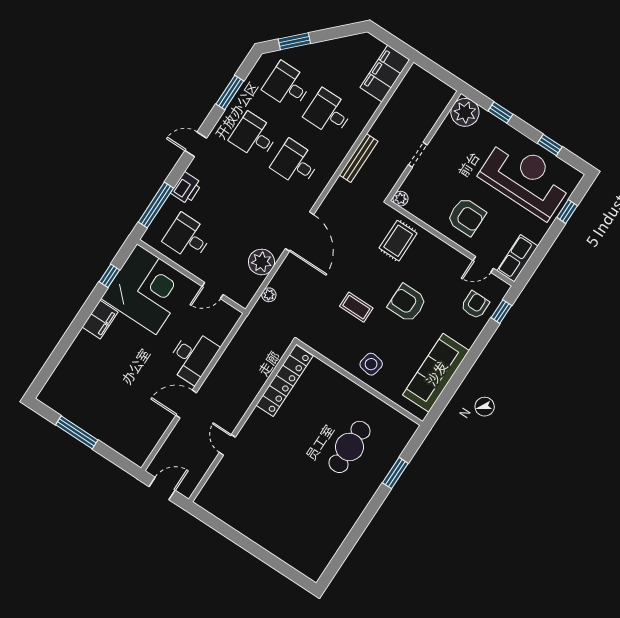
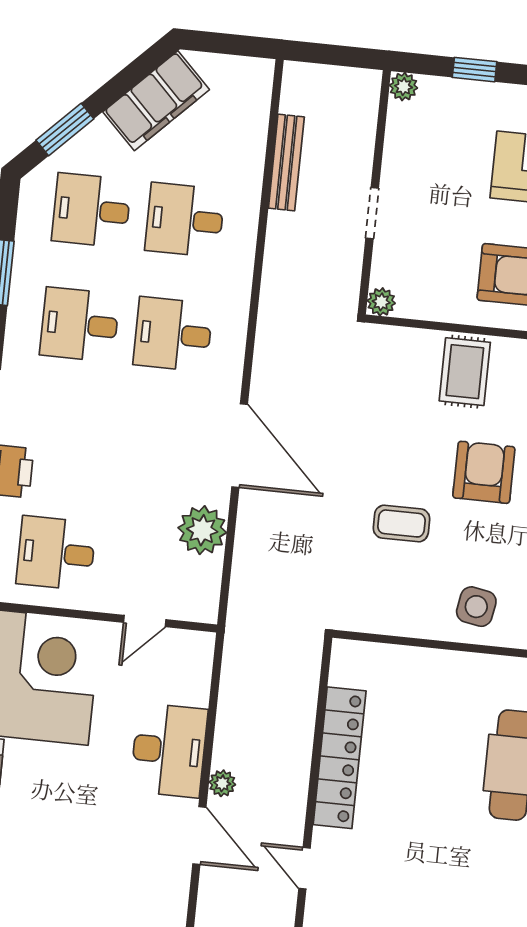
filing cabinet: (385, 74) -> (156, 101), moved, turned -135
plant: (465, 112) -> (404, 87), width x0.53, depth x0.53
bench: (359, 158) -> (286, 163), moved
rug: (398, 241) -> (465, 372), moved
plant: (269, 295) -> (222, 783), moved
armchair: (407, 303) -> (484, 472), turned 90
locker: (284, 381) -> (340, 758), moved
door: (186, 404) -> (199, 836), swing flipped

